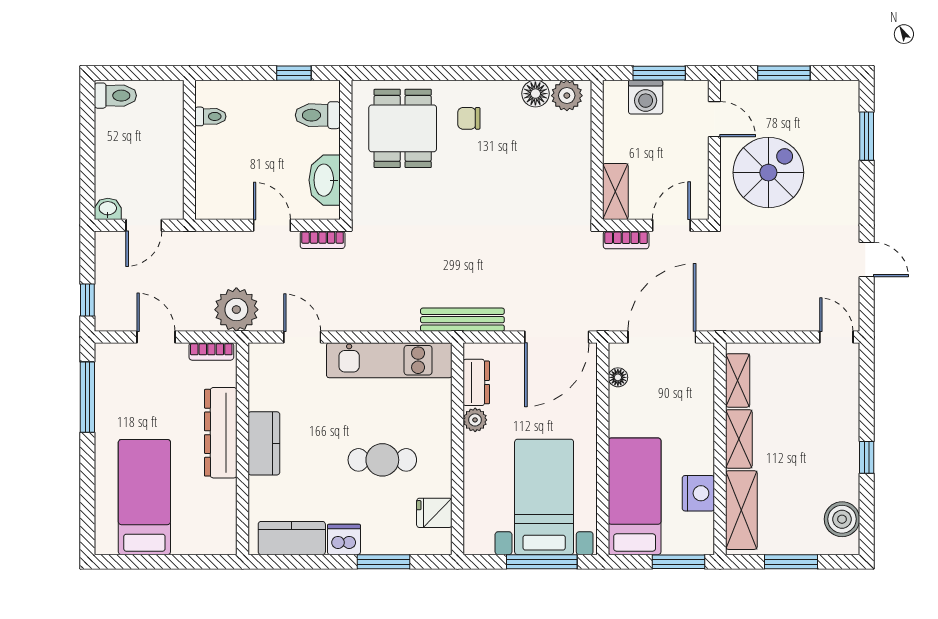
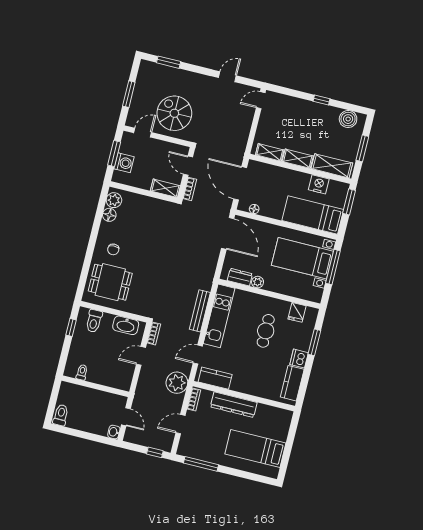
bench: (462, 320) -> (200, 311), moved
kitchen counter: (264, 443) -> (215, 378), moved

